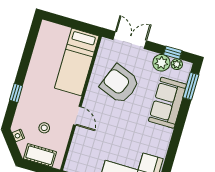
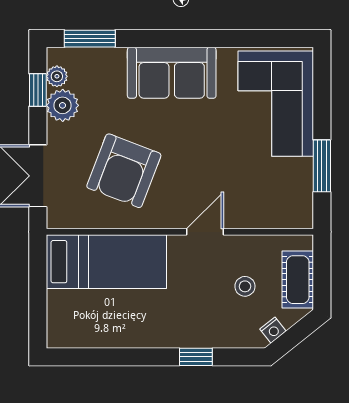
sofa: (168, 103) -> (172, 73), moved

